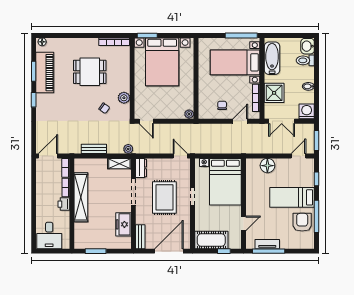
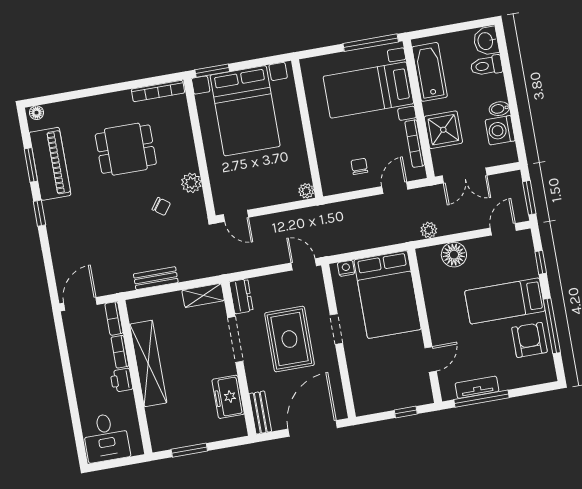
washing machine: (307, 111) -> (500, 130), moved, turned -90
plant: (128, 149) -> (429, 230), moved
cot: (211, 240) -> (381, 397), removed

